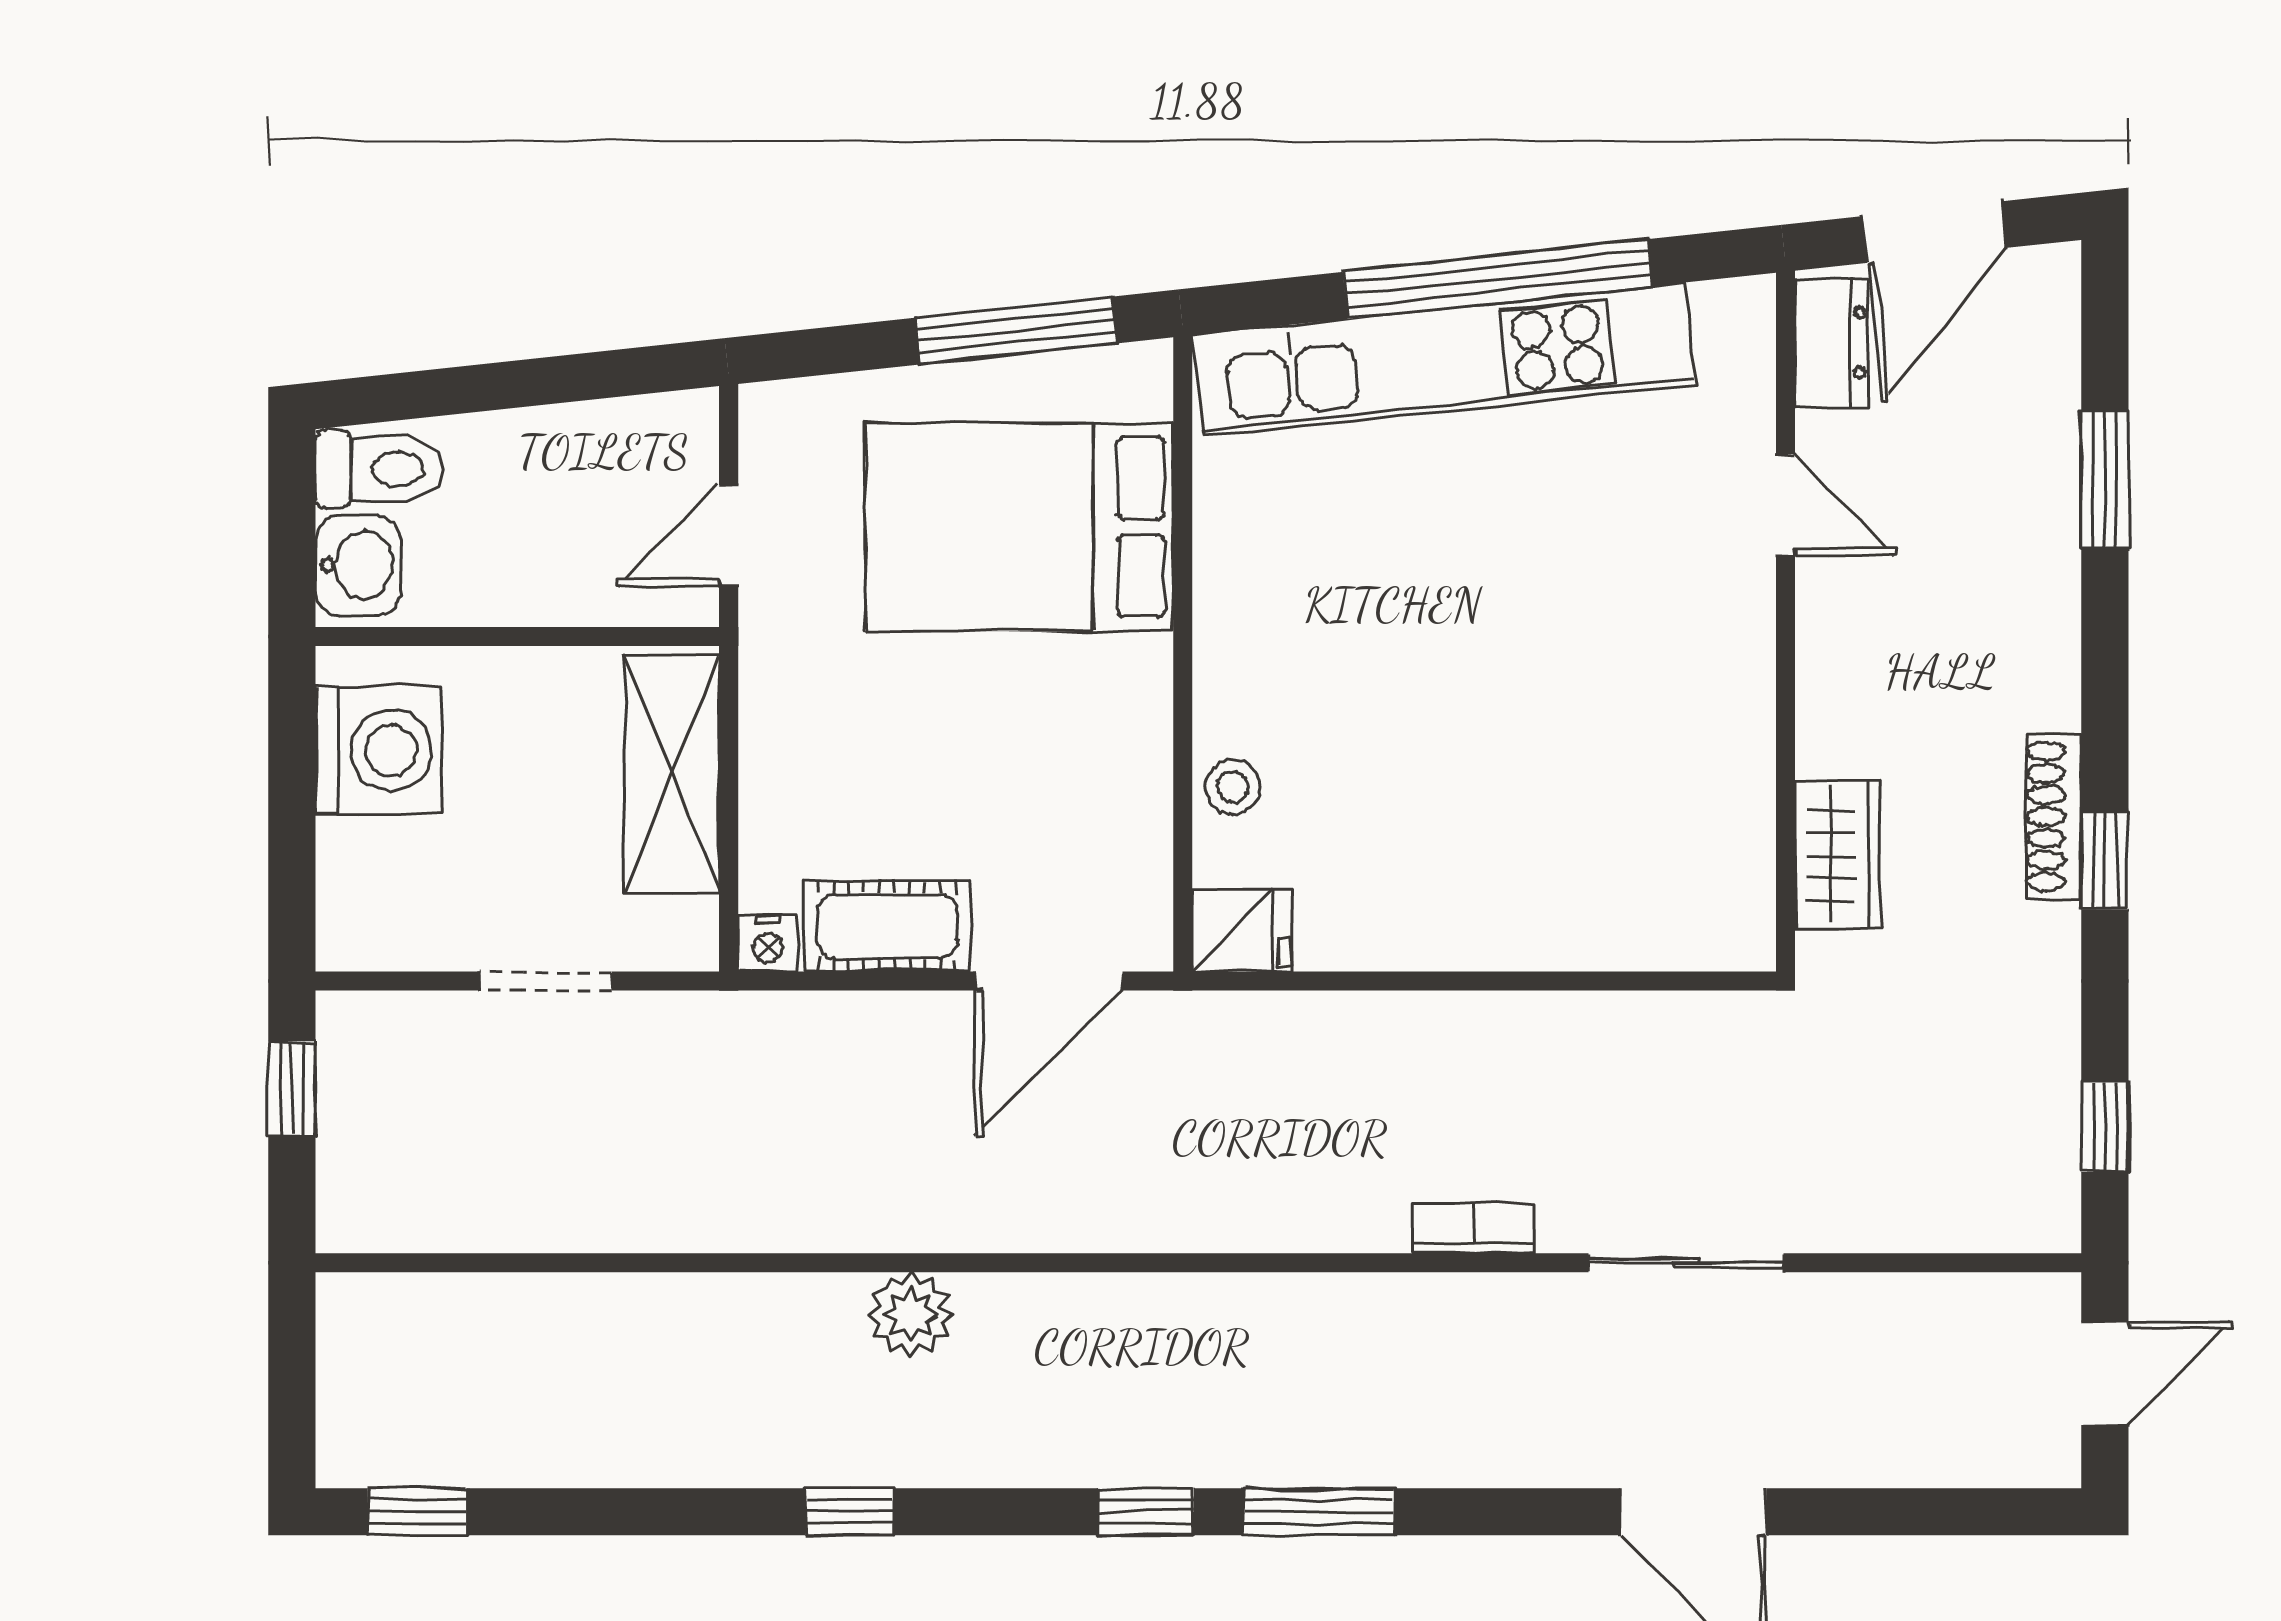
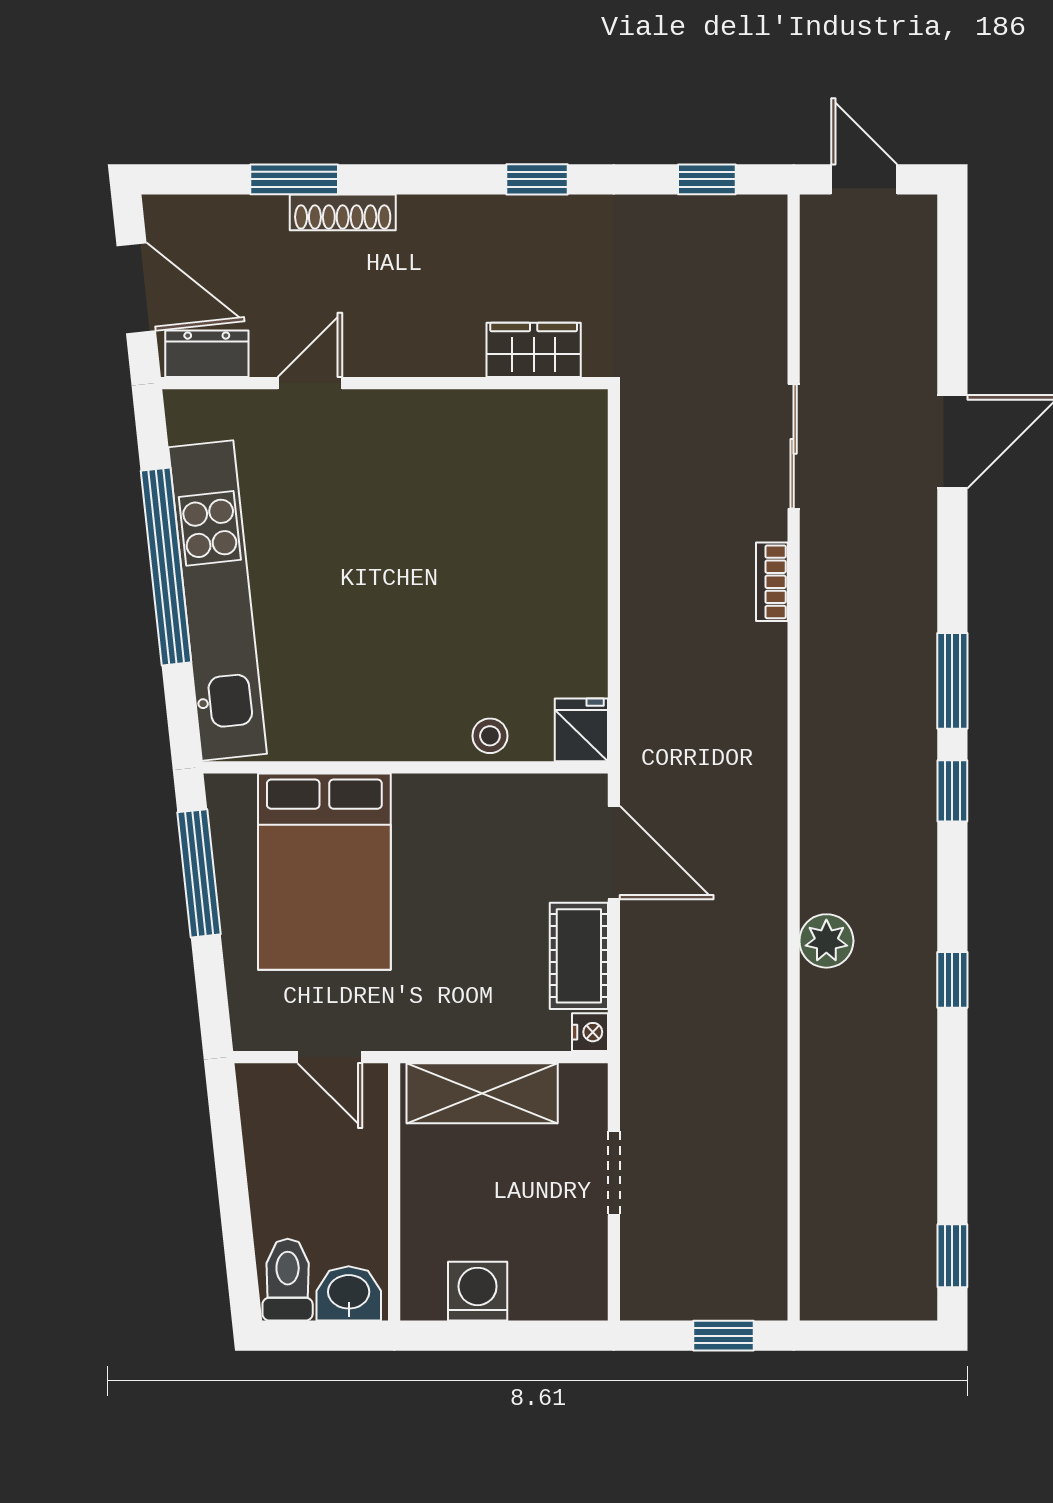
washing machine: (379, 750) -> (478, 1291), width x0.73, depth x0.73
shoe rack: (2053, 817) -> (343, 212), moved
window: (292, 1088) -> (724, 1336), moved

